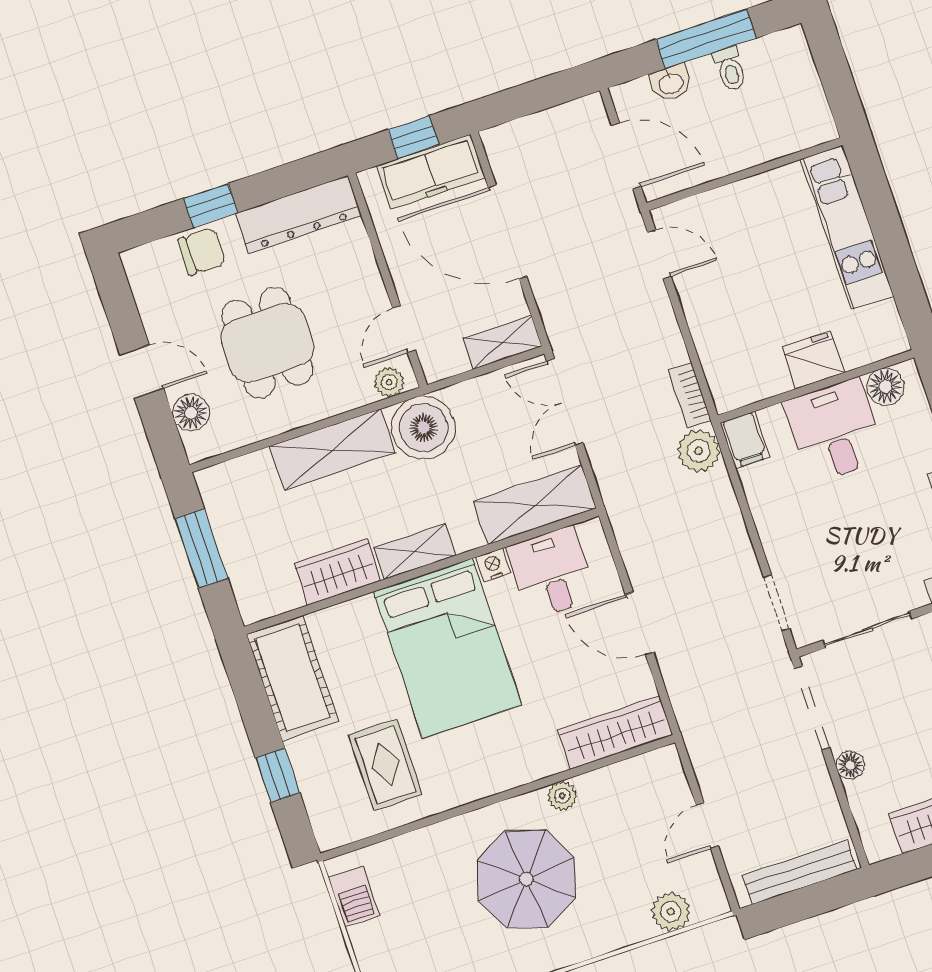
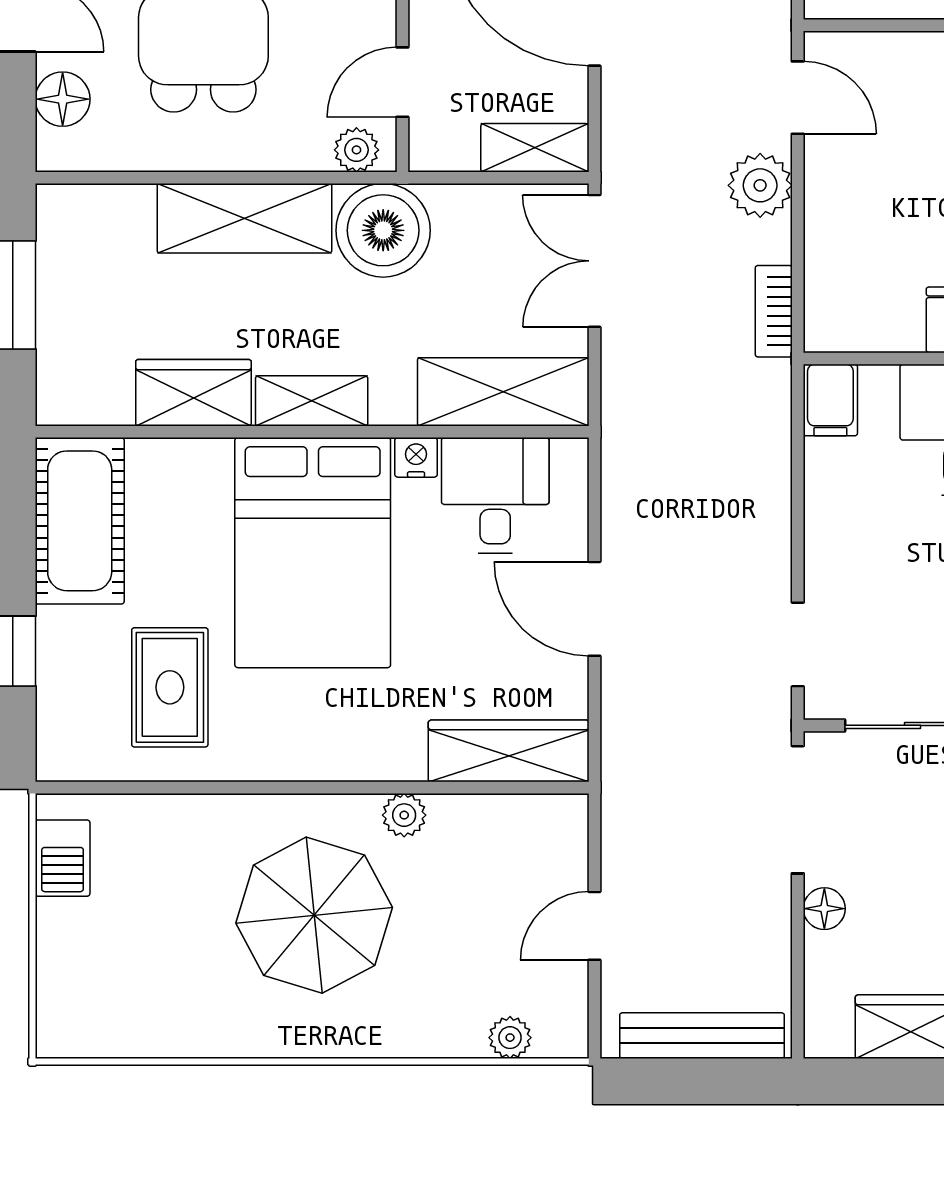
plant: (699, 451) -> (760, 185), moved
plant: (671, 912) -> (510, 1038), width x0.73, depth x0.73

